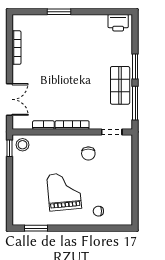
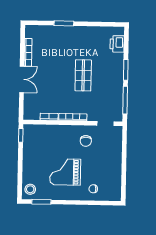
printer: (118, 23) -> (117, 44), moved, turned 90
shop shelf: (120, 85) -> (83, 75), moved
double door: (9, 99) -> (22, 79), moved
stool: (23, 145) -> (30, 189), moved
grand piano: (64, 192) -> (65, 172), turned -85

